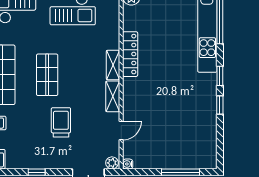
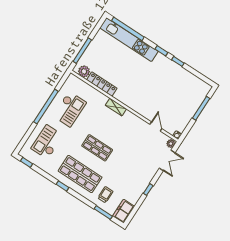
locker: (130, 54) -> (102, 84), moved
shelving: (113, 96) -> (134, 119), removed
trolley: (61, 122) -> (129, 157), removed

